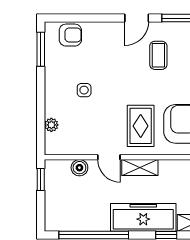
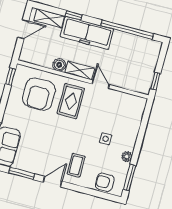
coffee table: (158, 55) -> (76, 165), moved
plant: (51, 125) -> (127, 156), moved
boiler: (79, 168) -> (59, 65), moved

